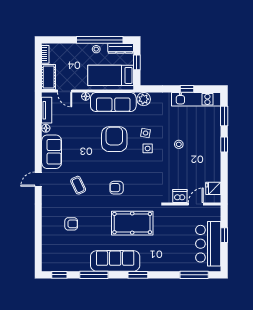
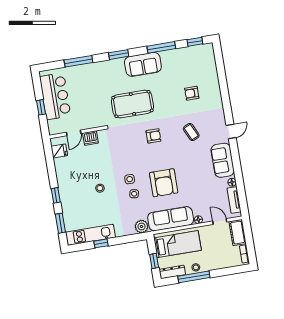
window: (100, 40) -> (194, 277), width x0.68
sofa: (115, 261) -> (143, 64), width x0.73
window: (194, 275) -> (78, 61), moved

